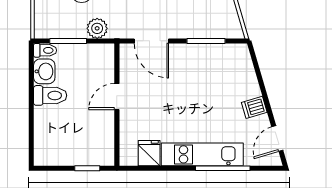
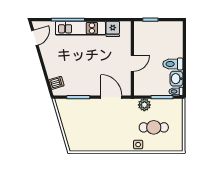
dishwasher: (254, 107) -> (56, 83), moved

